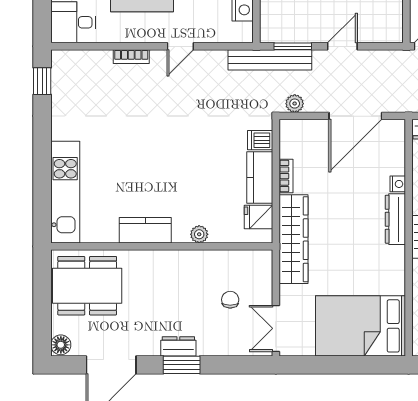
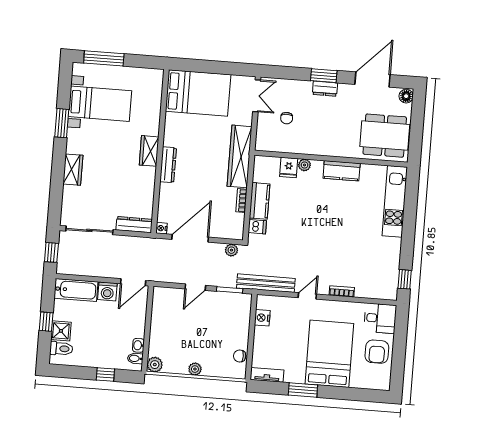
bench: (270, 60) -> (266, 283), moved
nightstand: (398, 184) -> (161, 228), moved
fridge: (258, 217) -> (289, 167), moved, turned 90

